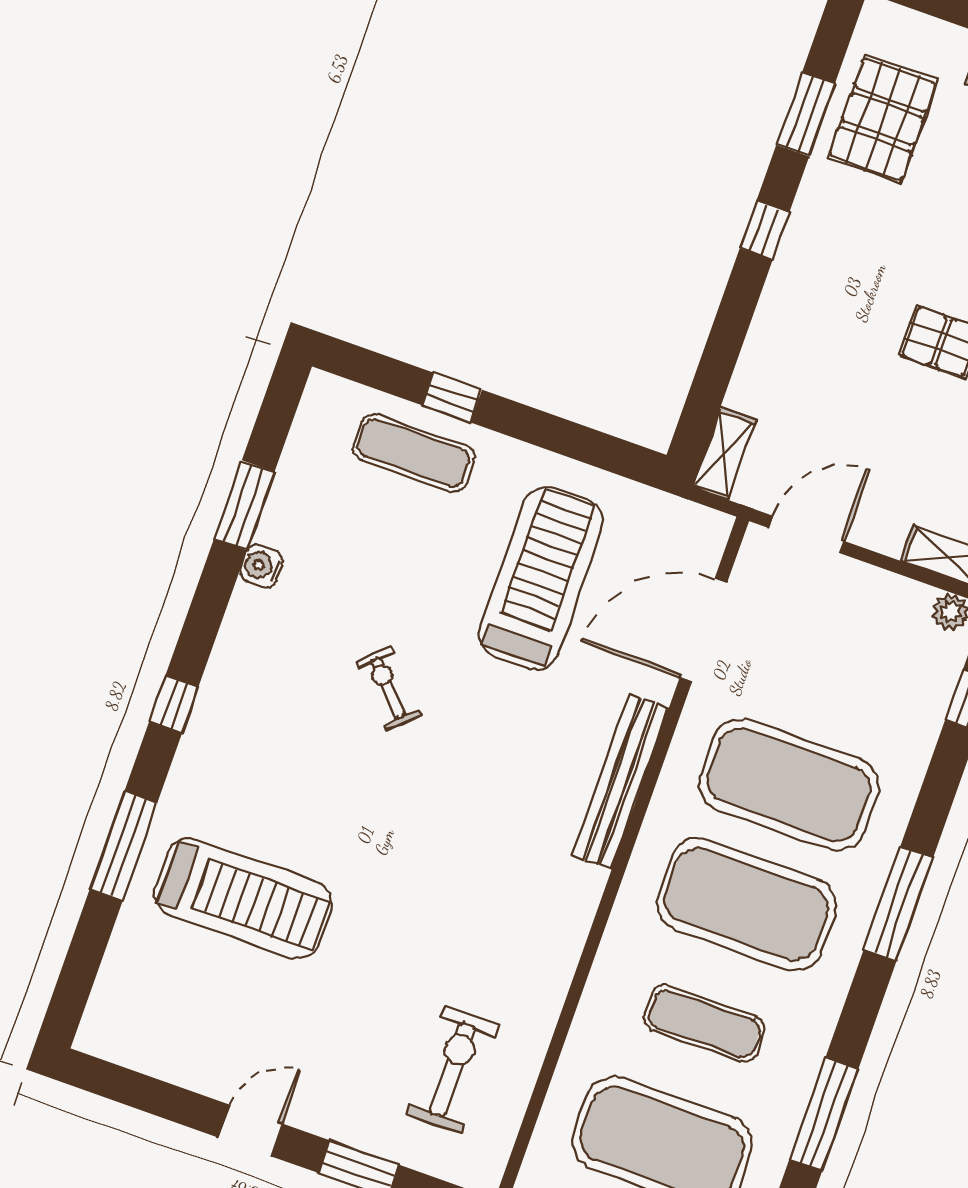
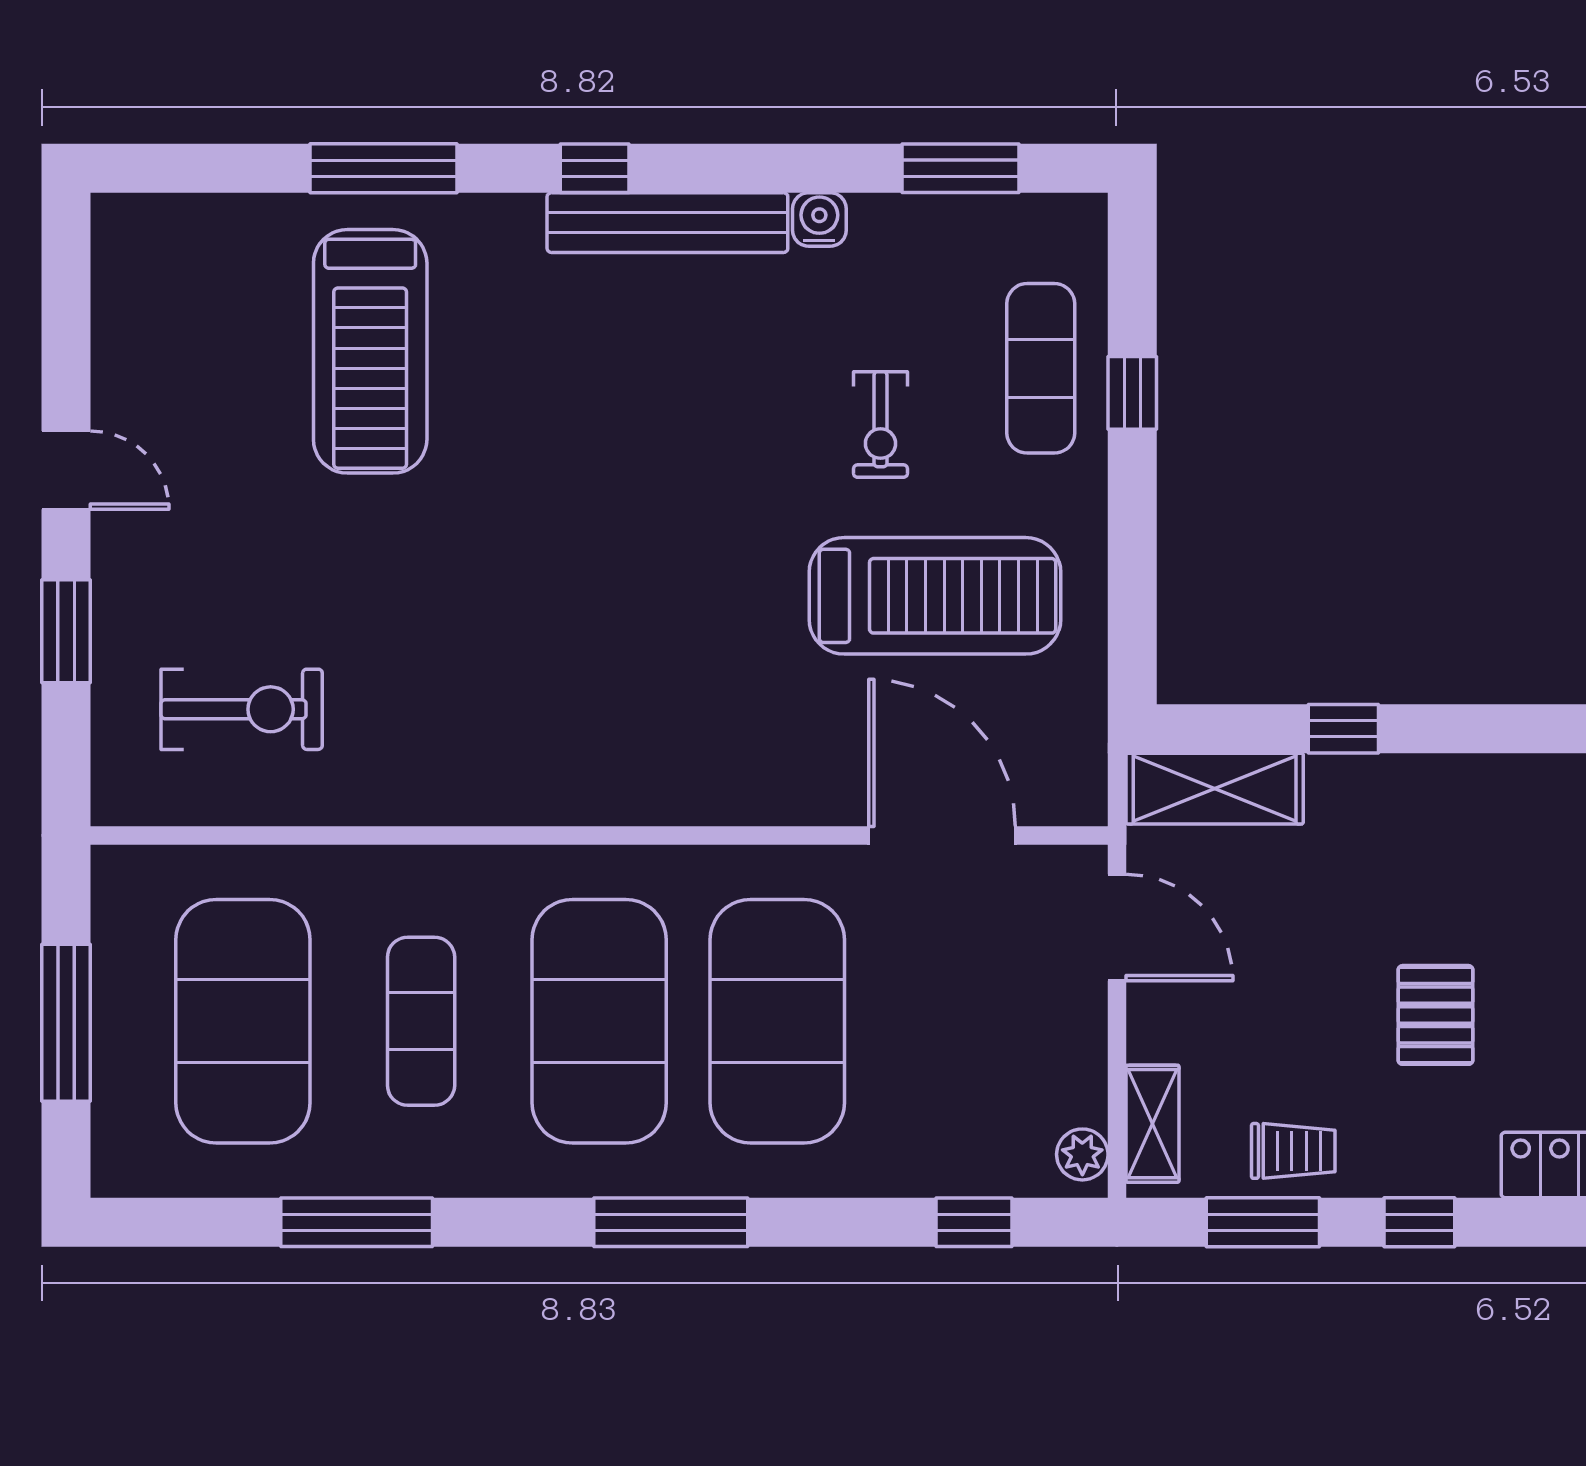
window: (765, 230) -> (1343, 729), moved
shelving: (724, 454) -> (1215, 789), width x1.50, depth x1.33
window: (244, 505) -> (960, 168), moved
exercise bike: (388, 688) -> (880, 424), moved, turned 133
bench: (620, 782) -> (667, 223), moved

